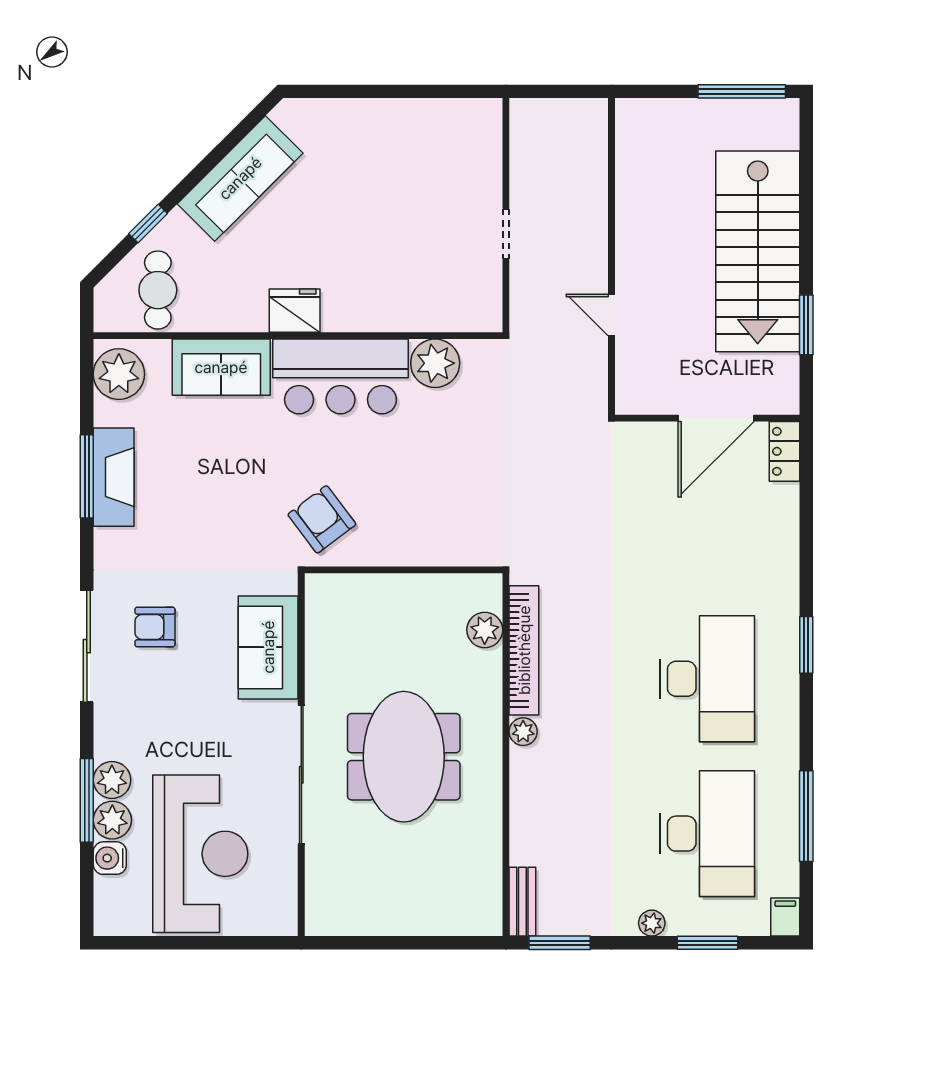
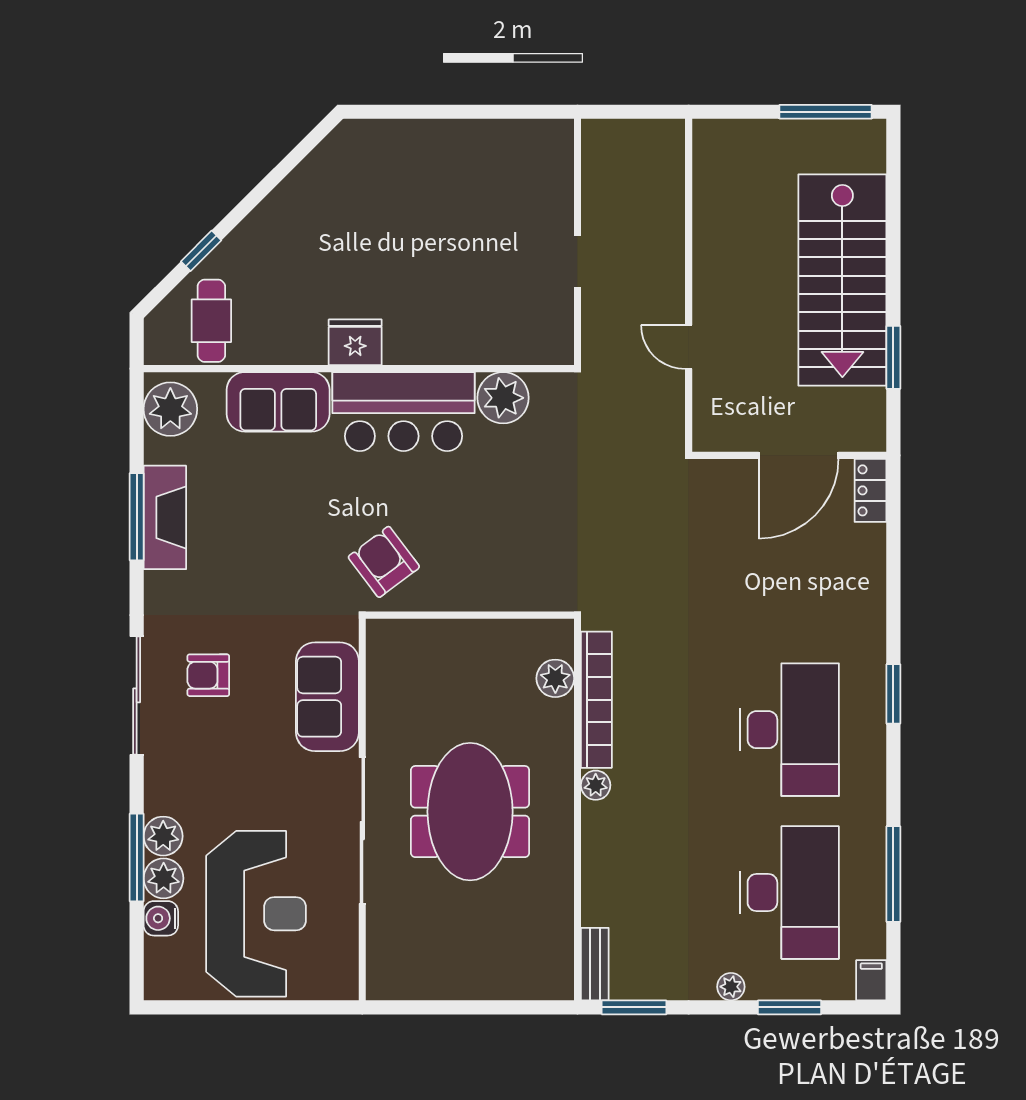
sofa: (240, 178) -> (298, 203), removed

